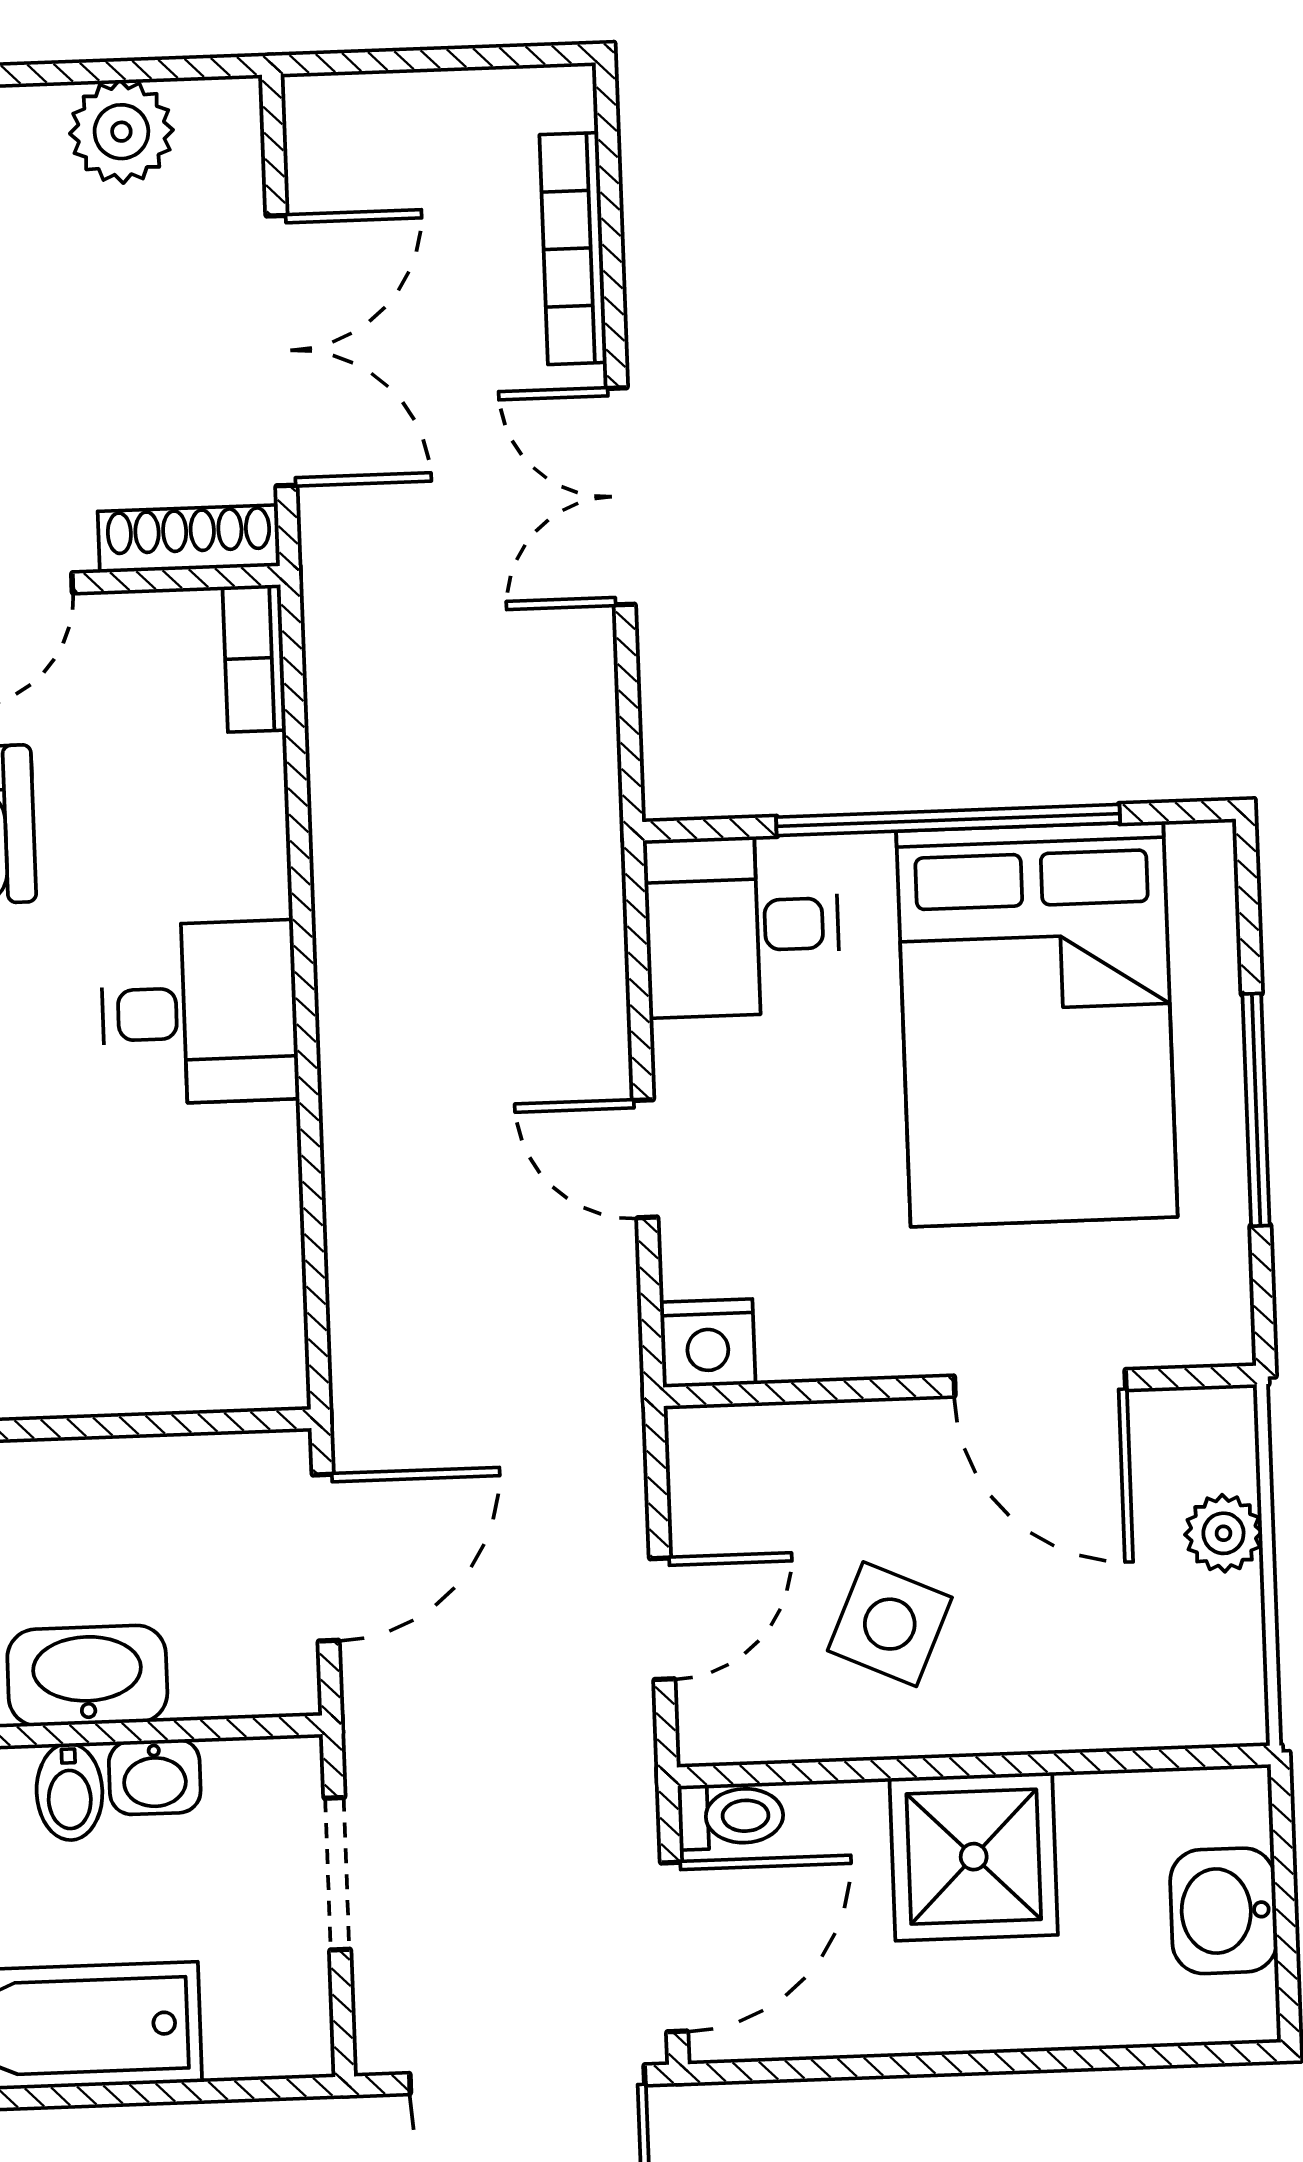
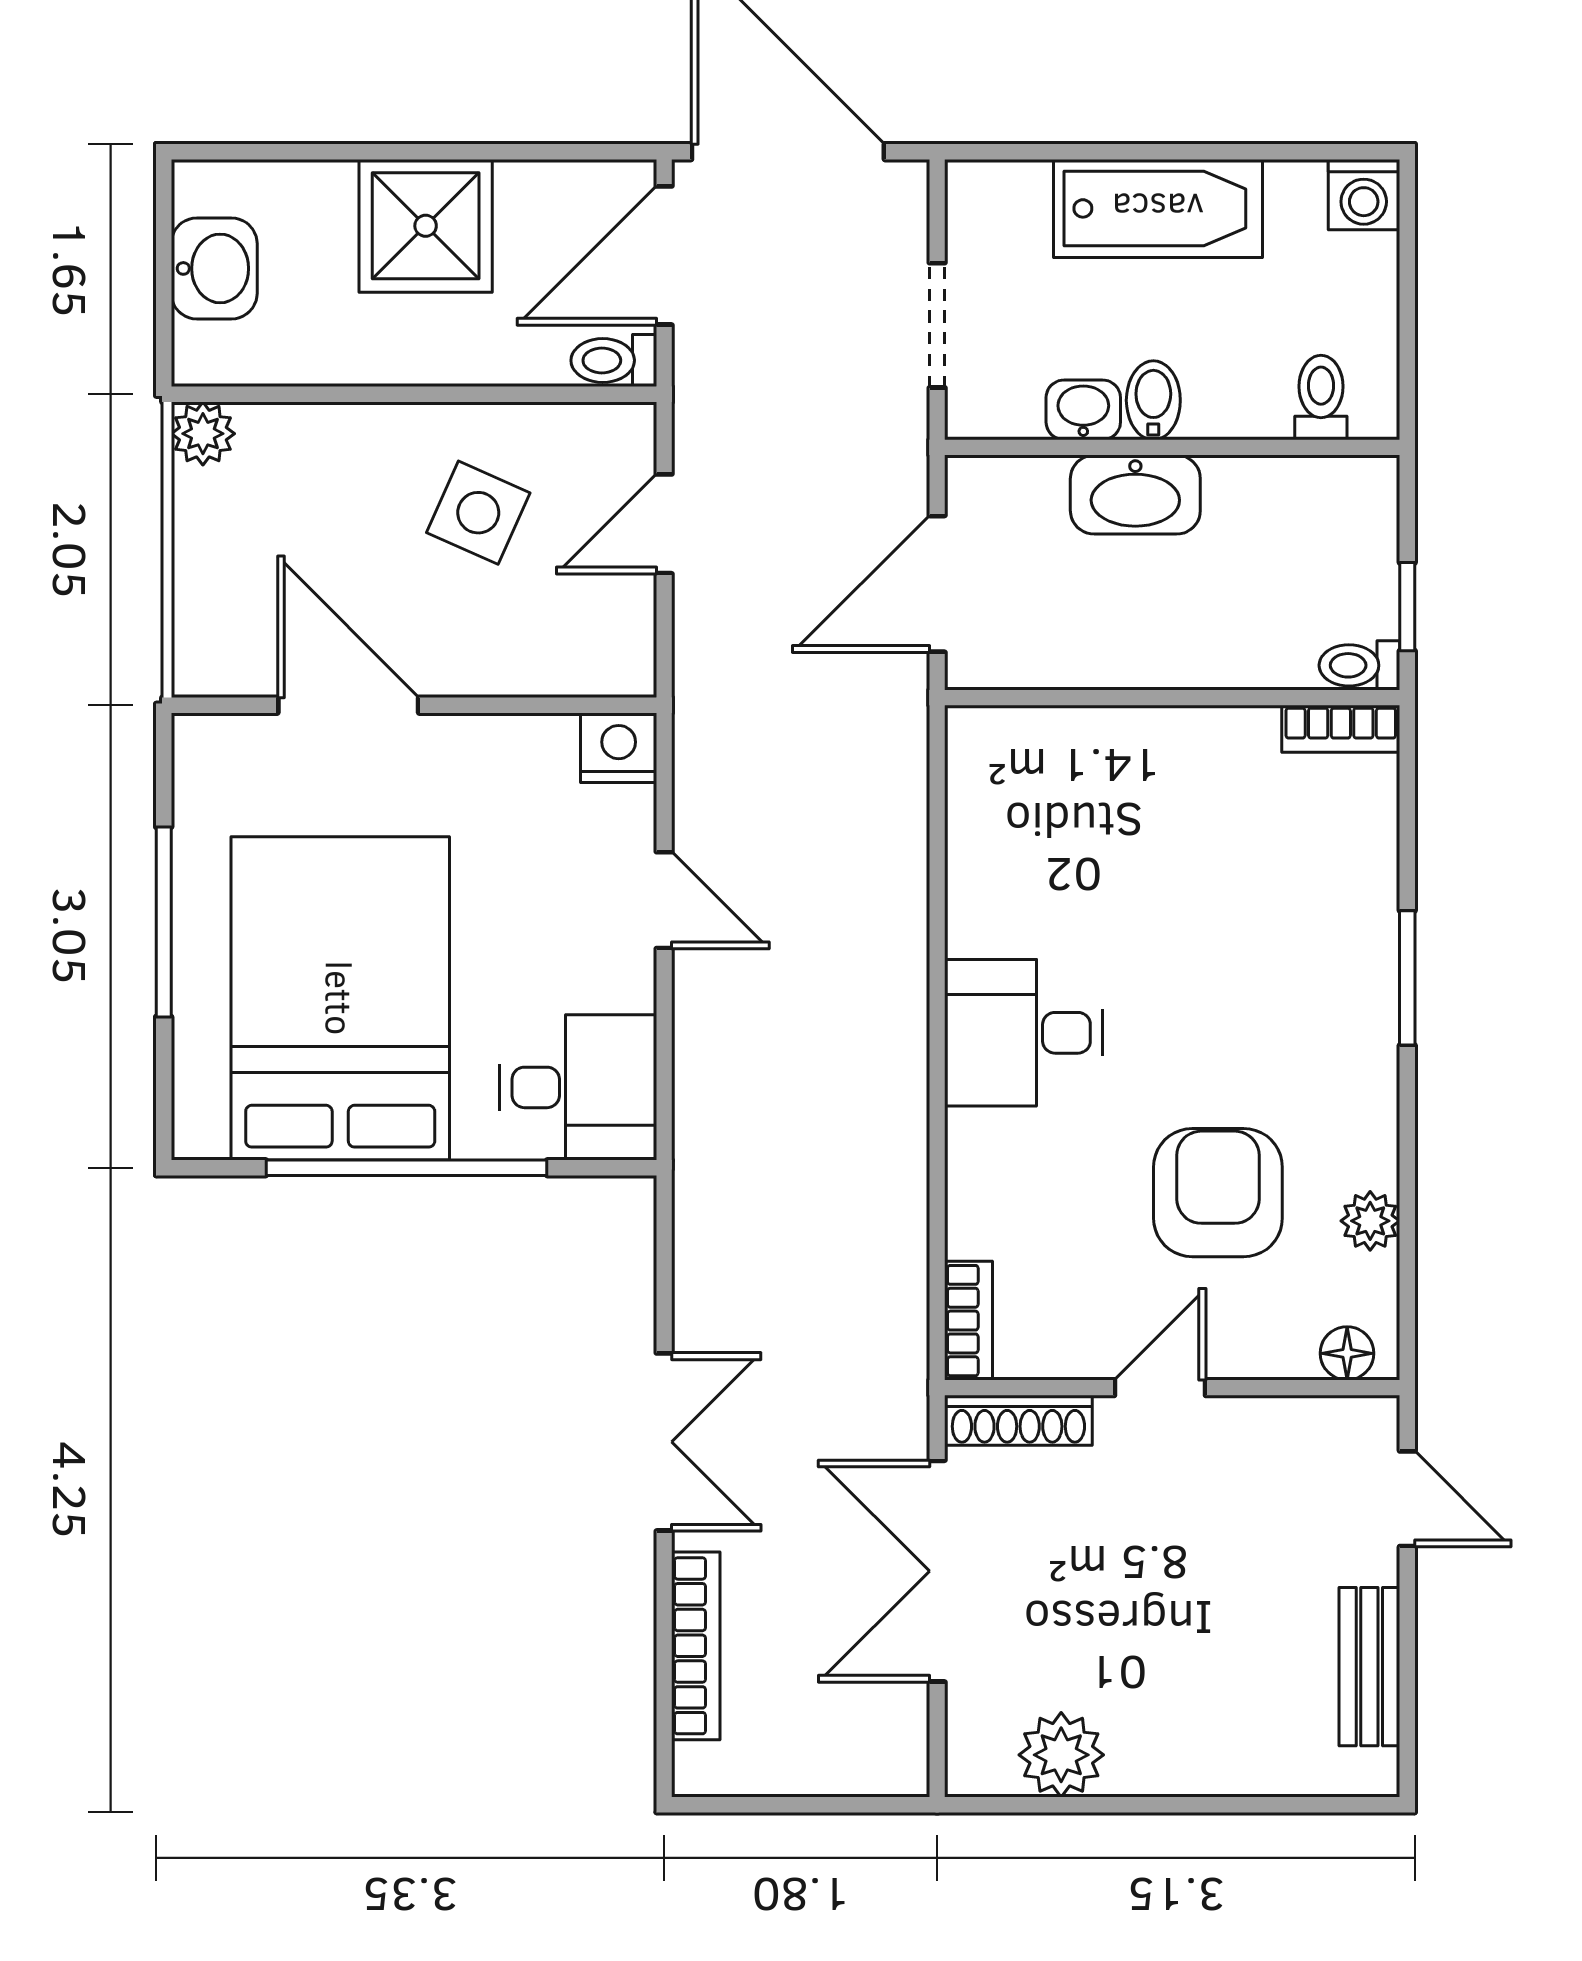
plant: (1223, 1533) -> (203, 434), moved
shower: (974, 1857) -> (426, 226), moved

